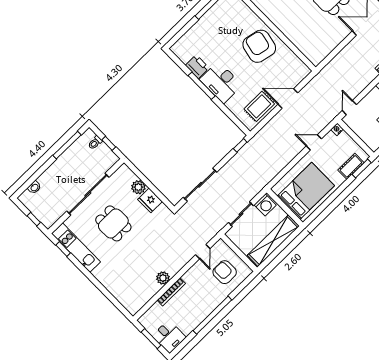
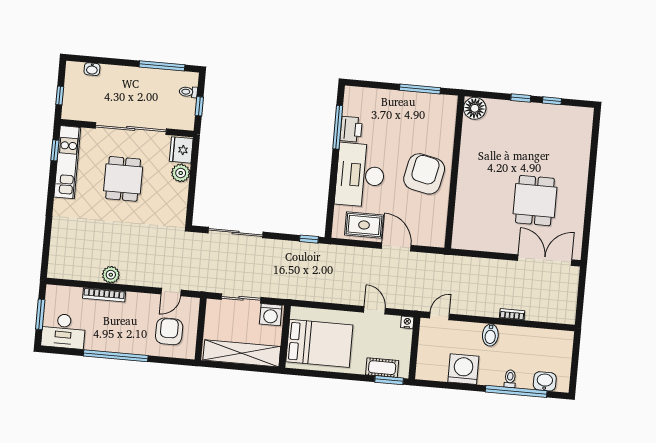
desk: (221, 82) -> (360, 175), width x1.36, depth x1.30
window: (202, 86) -> (338, 127), moved
fridge: (150, 200) -> (181, 150), moved
desk: (169, 336) -> (63, 331), width x1.37

